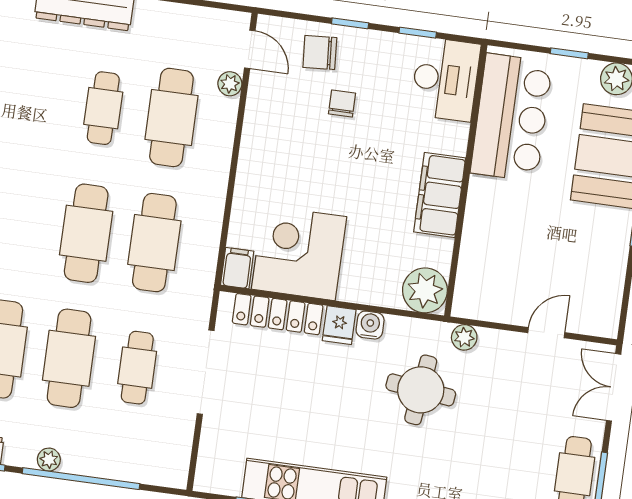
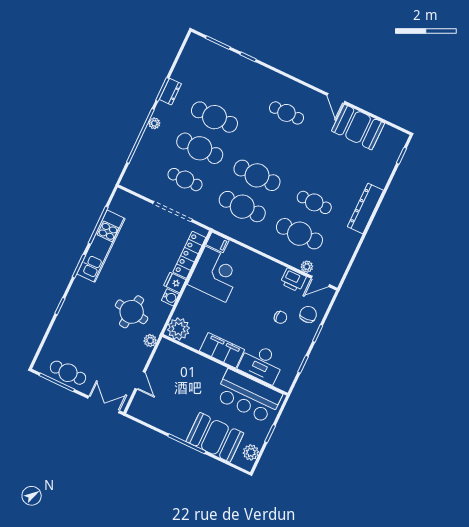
desk: (445, 79) -> (261, 363), moved
printer: (263, 102) -> (293, 280), added

